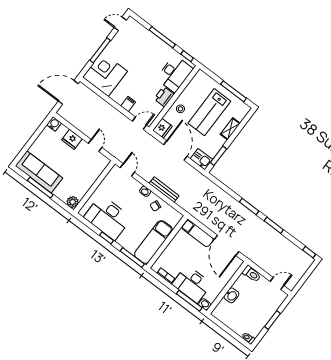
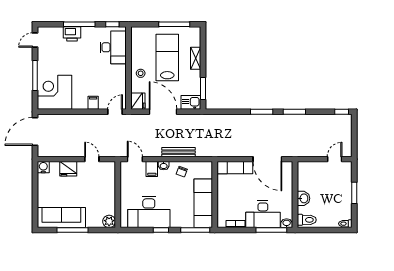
printer: (164, 97) -> (72, 34), moved, turned -90
lab bench: (209, 112) -> (167, 58), turned 180
filing cabinet: (134, 187) -> (152, 169), added
toilet: (252, 274) -> (307, 220), moved

